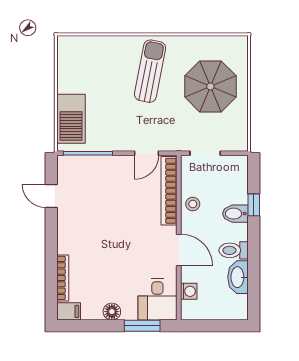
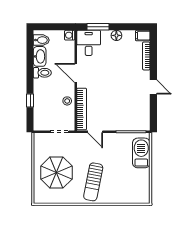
door: (147, 153) -> (95, 132), swing flipped
door: (51, 196) -> (153, 87), moved
bidet: (235, 214) -> (41, 40), moved
washing machine: (189, 291) -> (70, 35), moved

